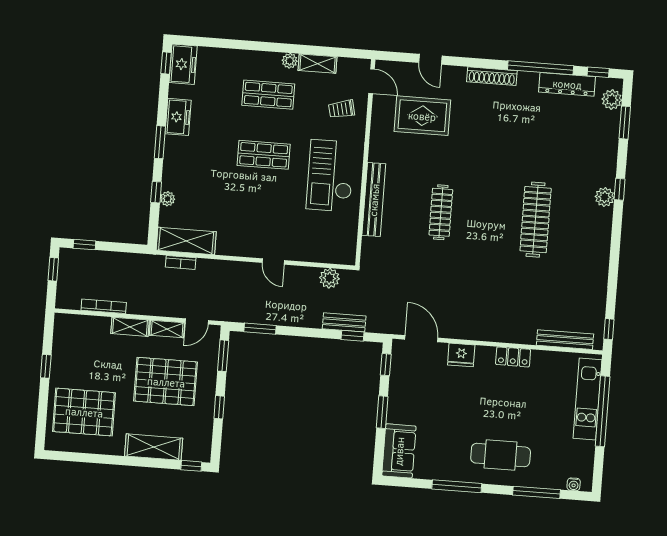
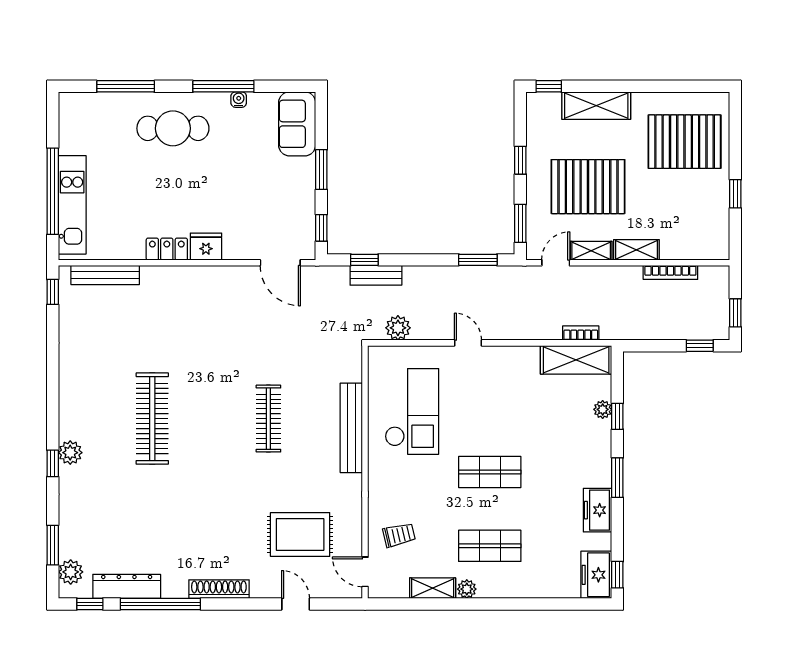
checkout: (330, 176) -> (412, 411), moved
fridge: (461, 355) -> (206, 247), moved
water cooler: (574, 484) -> (239, 100), moved

